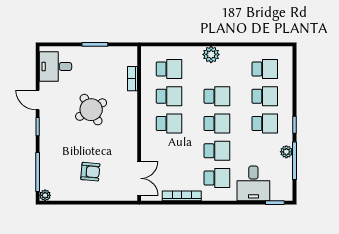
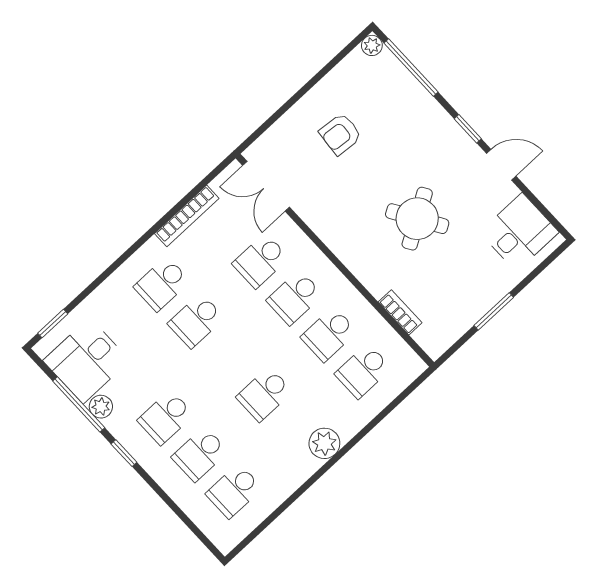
school desk: (217, 123) -> (261, 261), moved
desk: (253, 183) -> (86, 361), moved, turned -90

